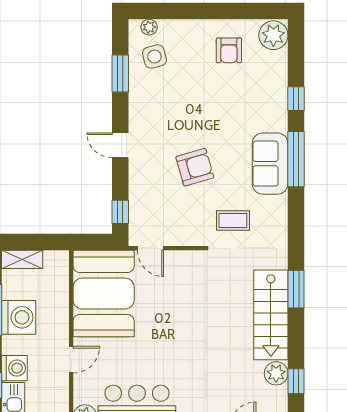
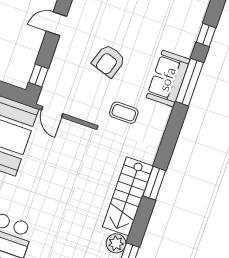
door: (120, 145) -> (56, 24), hinge flipped
armchair: (195, 167) -> (109, 61), turned 124

